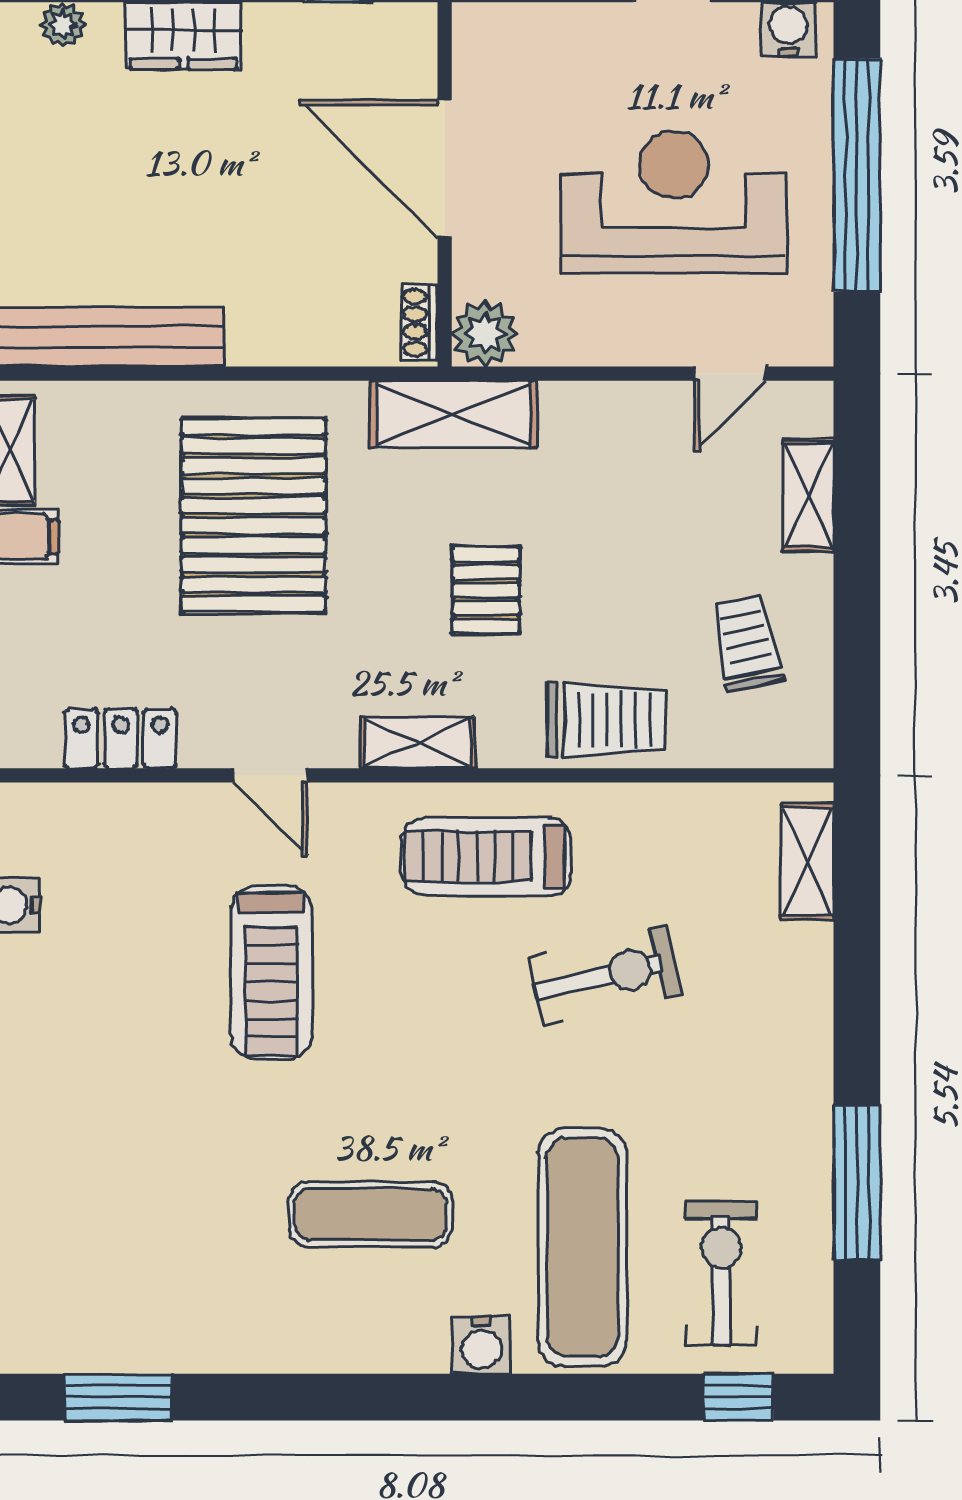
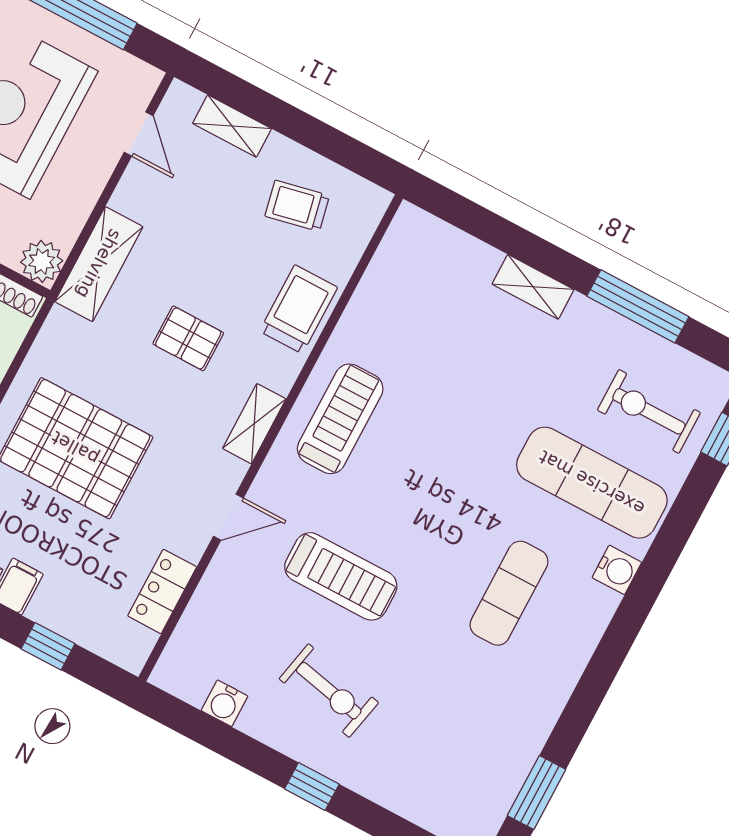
shelving: (453, 414) -> (99, 264), moved
treadmill: (486, 857) -> (340, 419), turned 180
shelving: (807, 862) -> (533, 287), moved
exercise bike: (605, 976) -> (329, 691), moved, turned 115

